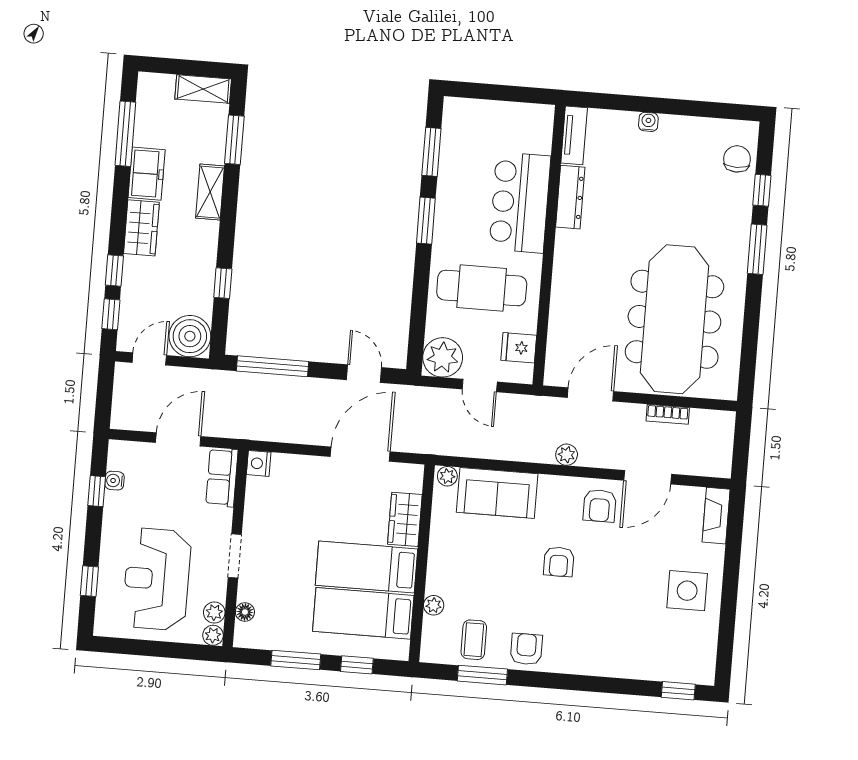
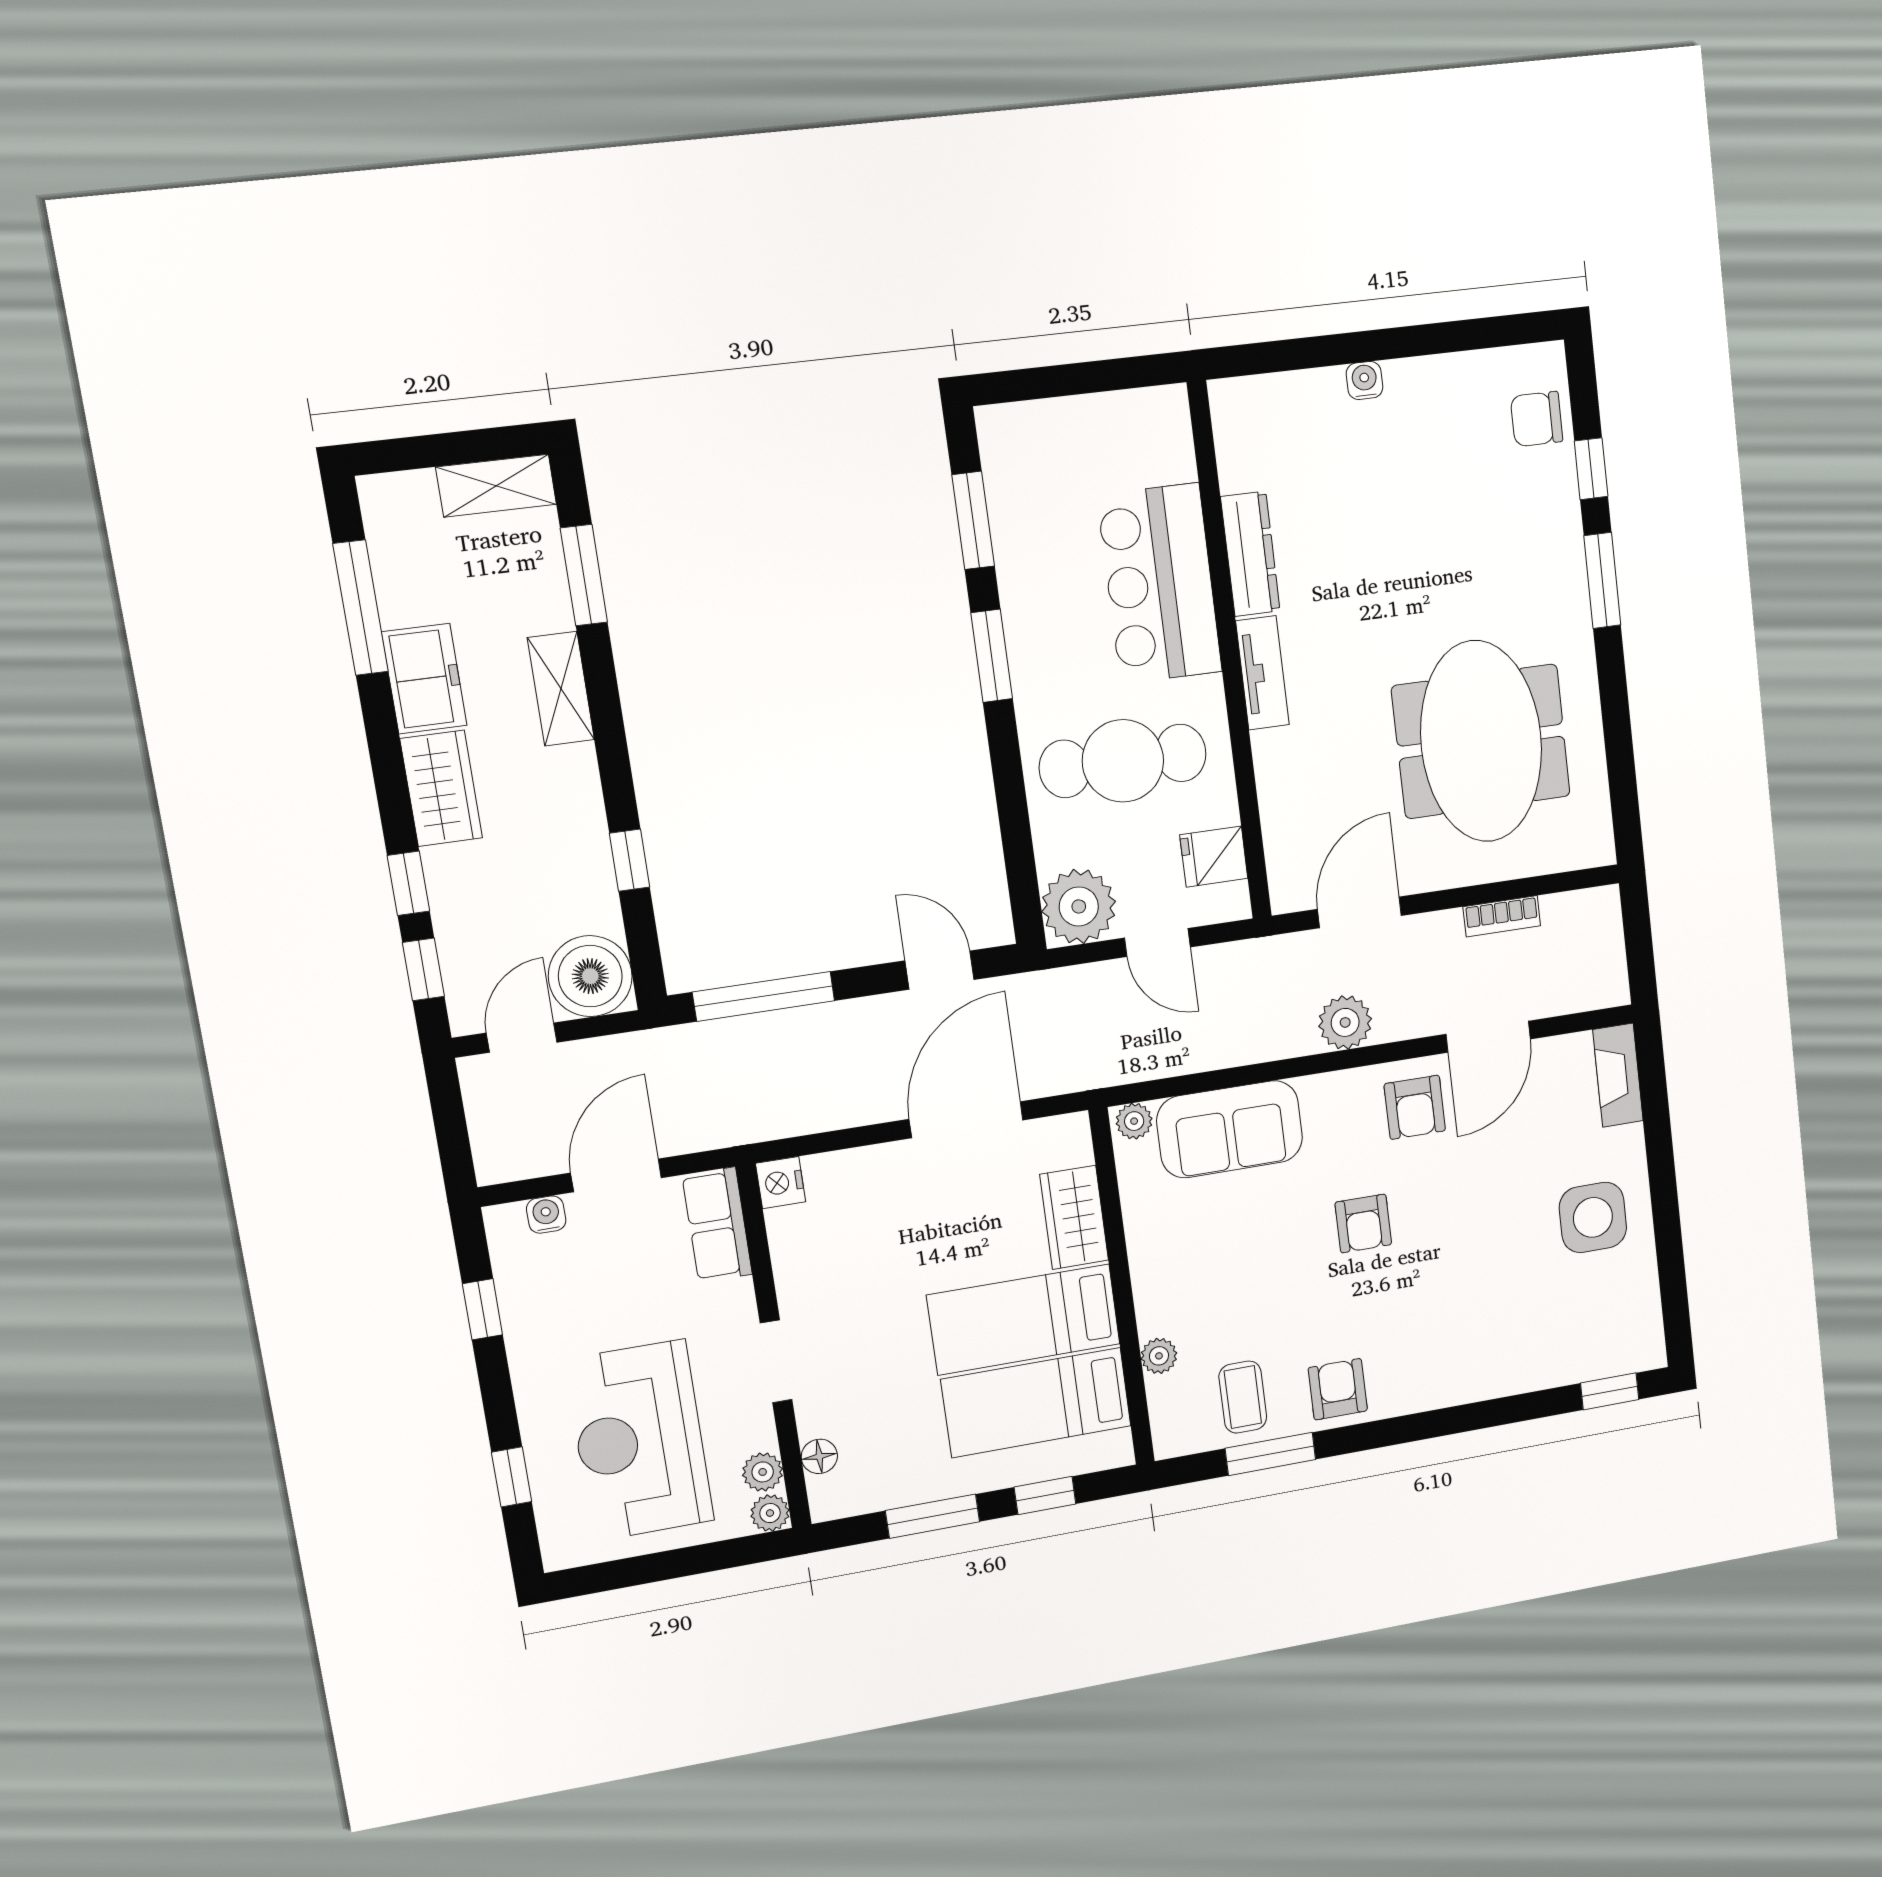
tv unit: (574, 135) -> (1262, 673), moved
chair: (737, 159) -> (1537, 419), turned -90
meeting table: (674, 319) -> (1481, 741), width x0.73
plant: (567, 455) -> (1345, 1022), width x1.38, depth x1.38
water cooler: (115, 481) -> (546, 1215), moved, turned 90

